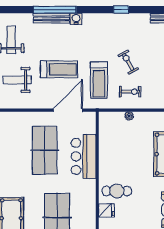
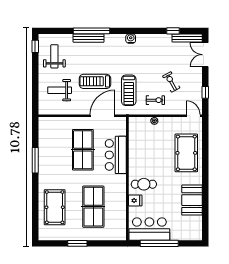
window: (121, 10) -> (173, 31), moved
water cooler: (76, 19) -> (131, 39), moved
exercise bike: (128, 62) -> (171, 82), moved
treadmill: (59, 69) -> (95, 81), turned 180

